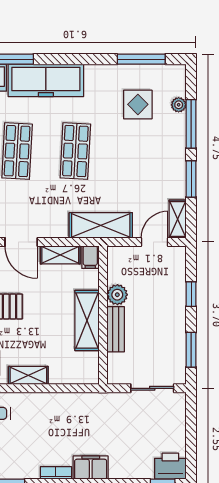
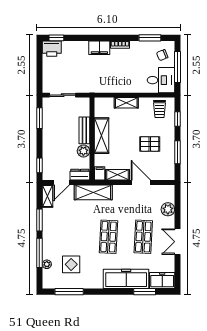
dresser: (123, 255) -> (80, 175), added
window: (191, 294) -> (39, 165), moved
shelving: (28, 375) -> (126, 103), moved

